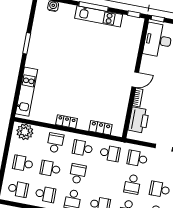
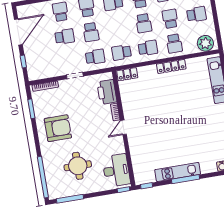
locker: (67, 122) -> (171, 66), width x1.53
locker: (100, 128) -> (127, 74), moved
school desk: (50, 169) -> (170, 19), turned -90
school desk: (132, 184) -> (91, 32), turned 180

